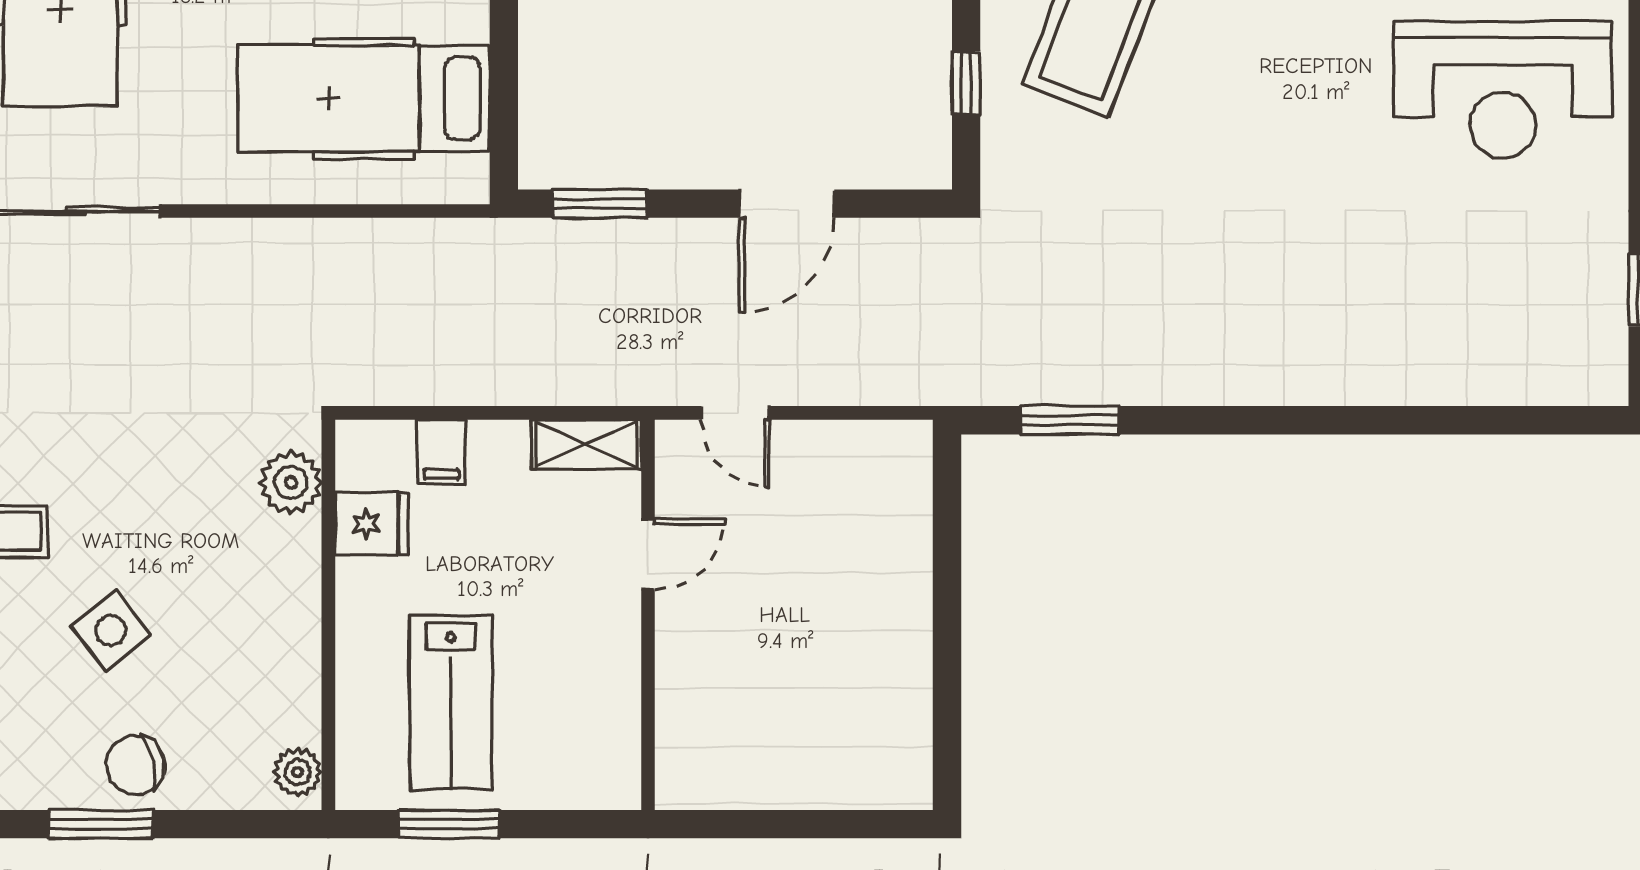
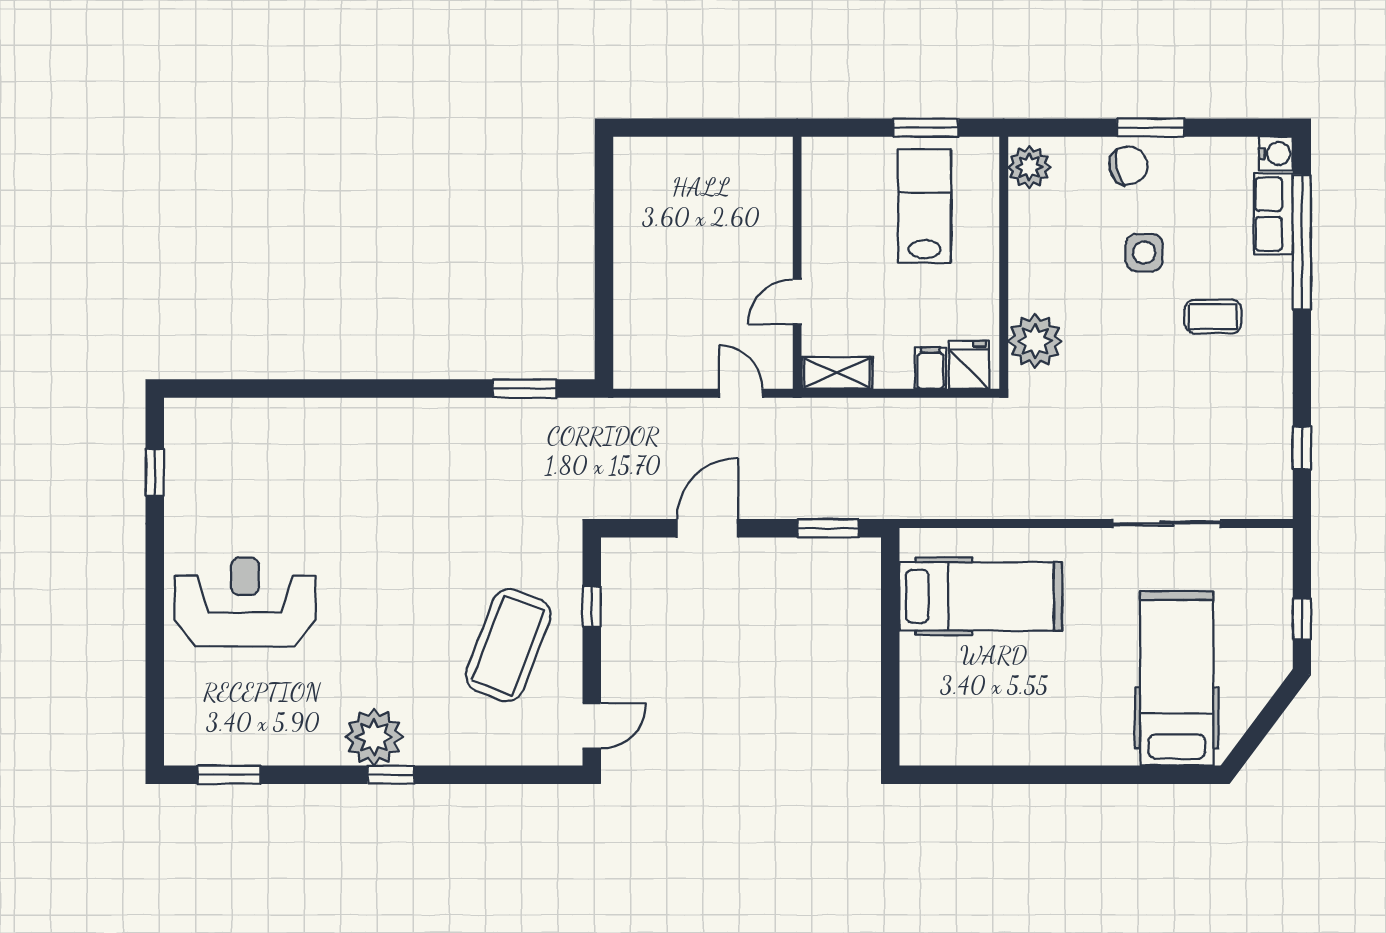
plant: (291, 482) -> (1035, 341), width x1.36, depth x1.36
fridge: (372, 524) -> (969, 365), moved, turned 90
side table: (111, 631) -> (1144, 253), turned 38
plant: (298, 772) -> (1029, 167), width x1.38, depth x1.38

